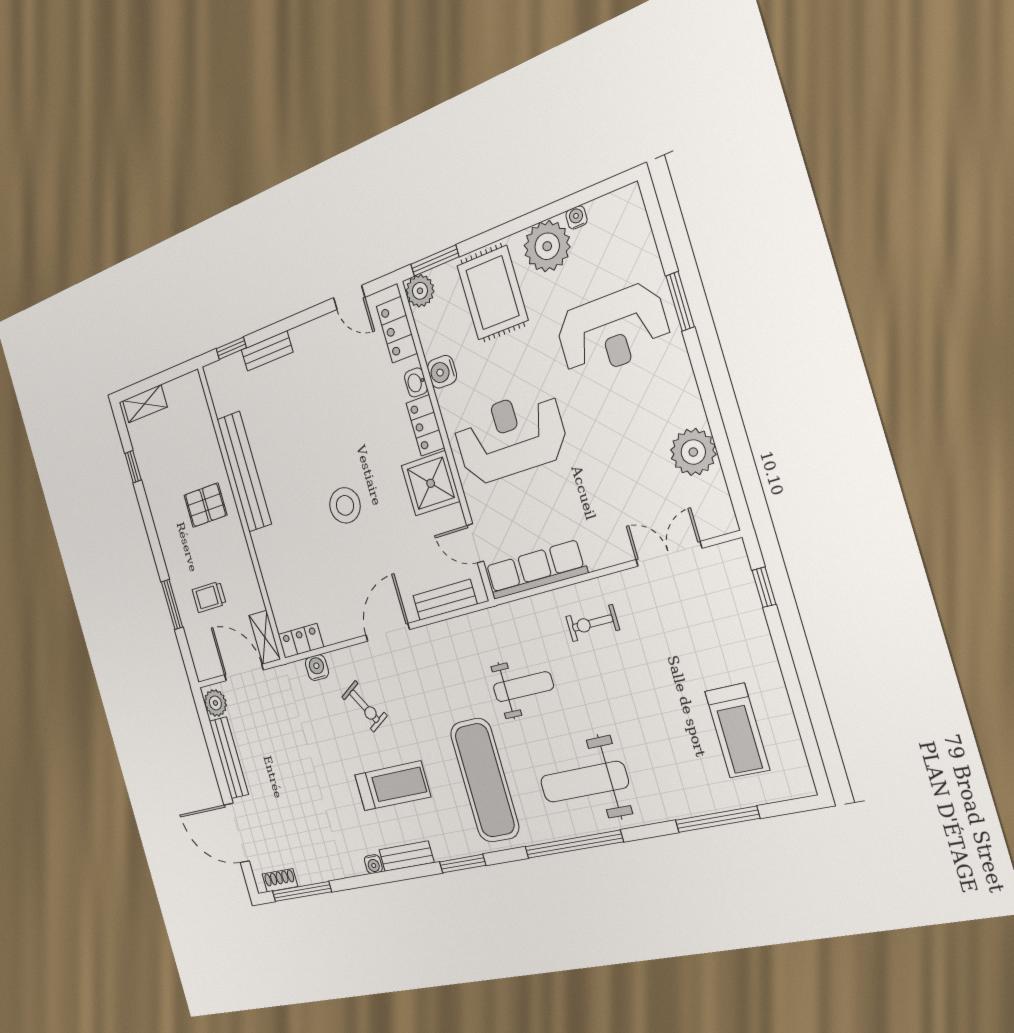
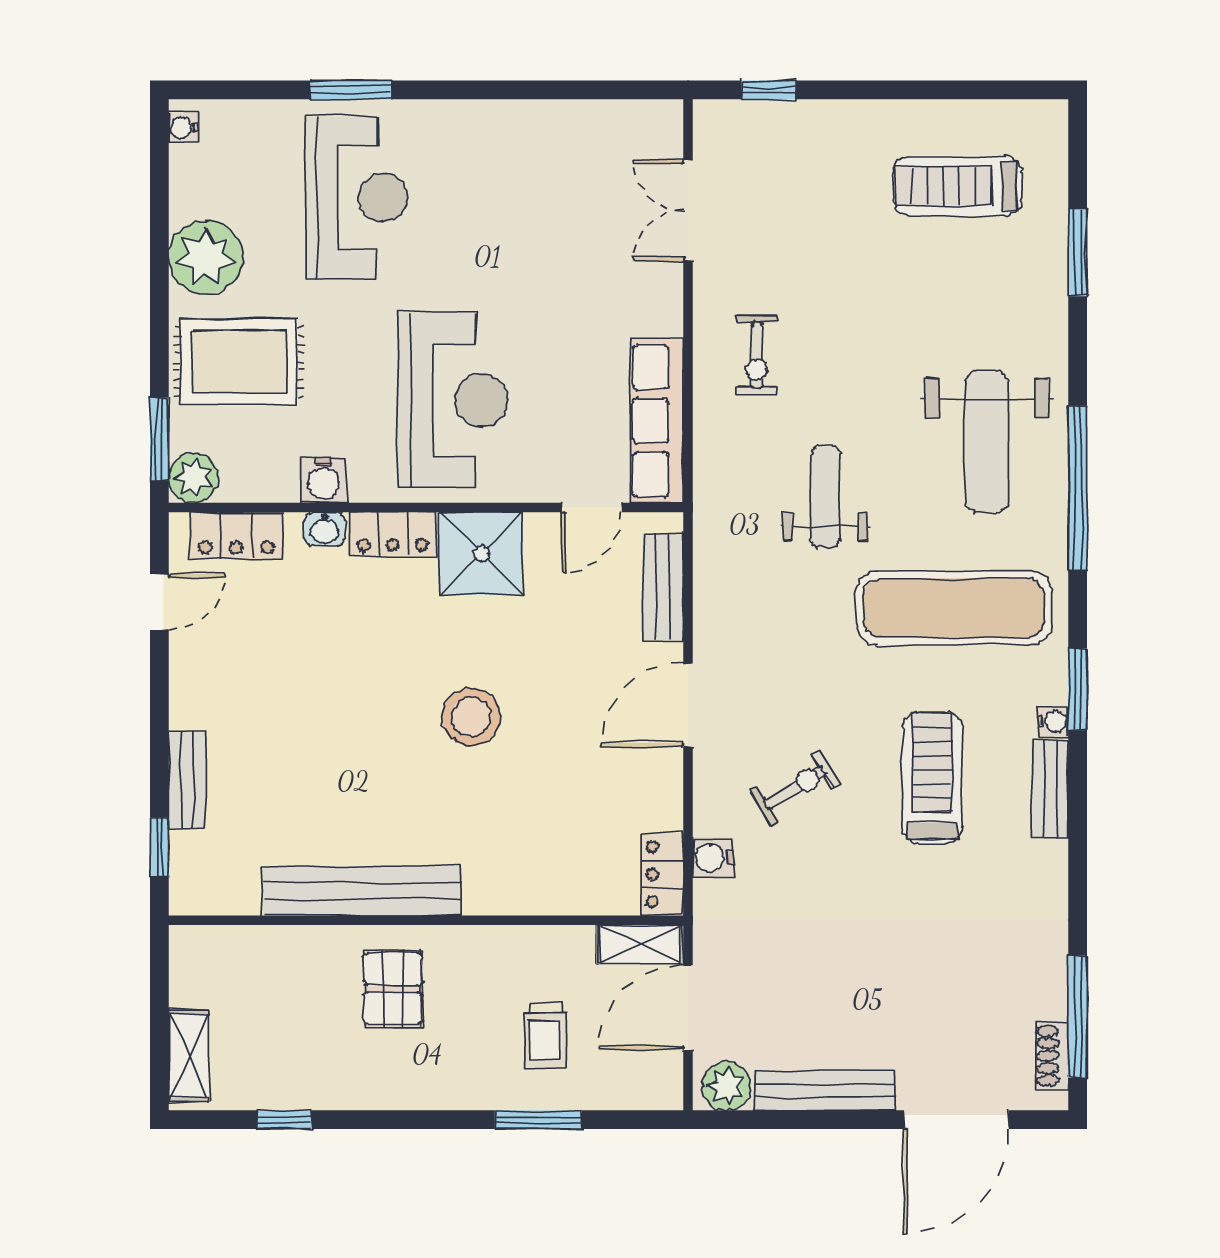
water cooler: (576, 217) -> (183, 128), moved
reception desk: (510, 437) -> (453, 400), turned 180
plant: (693, 452) -> (558, 133), removed
door: (388, 632) -> (688, 705), hinge flipped
treadmill: (737, 731) -> (957, 186), turned 180
window: (717, 819) -> (1078, 253), width x0.69
water cooler: (373, 864) -> (1053, 721), moved

